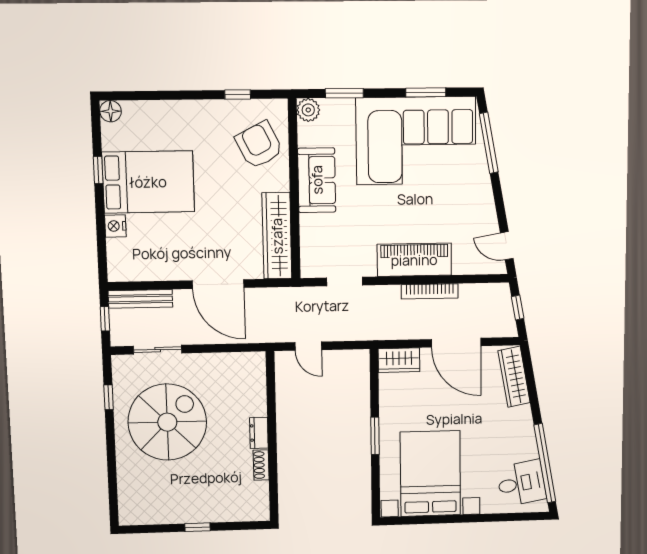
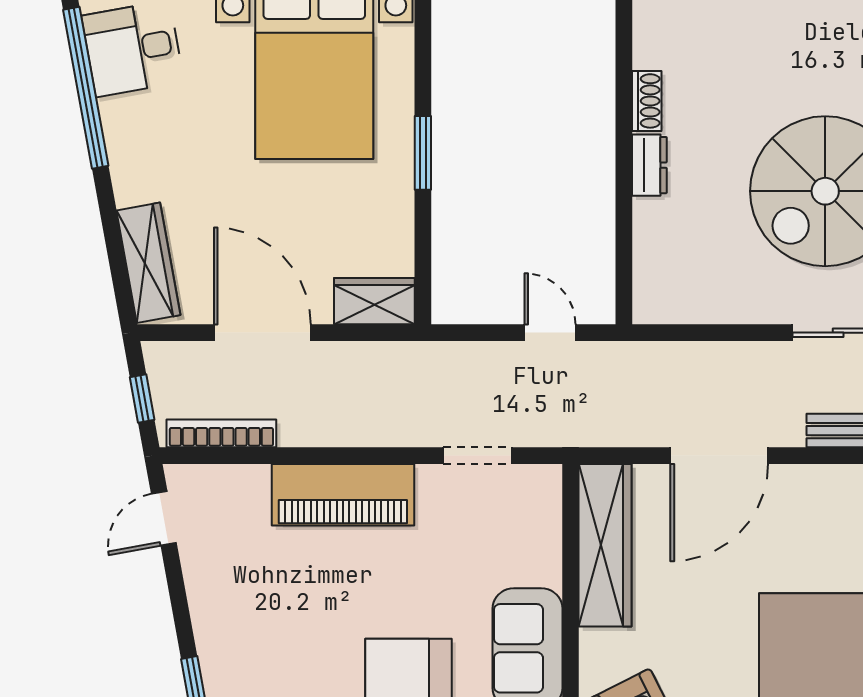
door: (507, 246) -> (164, 518), swing flipped
door: (218, 284) -> (719, 456), swing flipped
bookcase: (430, 291) -> (221, 433), moved

